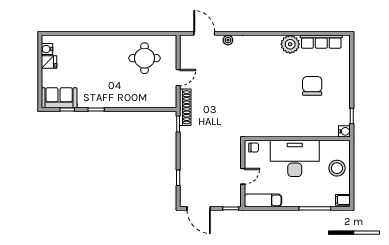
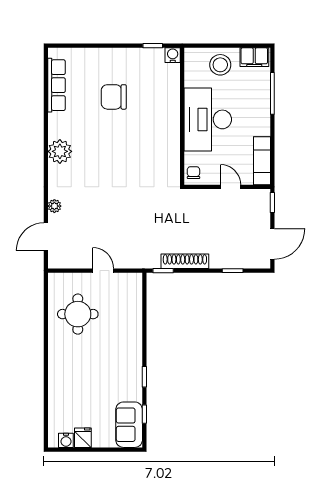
plant: (290, 44) -> (60, 151), moved
shoe rack: (185, 107) -> (185, 261), moved
filing cabinet: (343, 200) -> (254, 57), width x2.00

